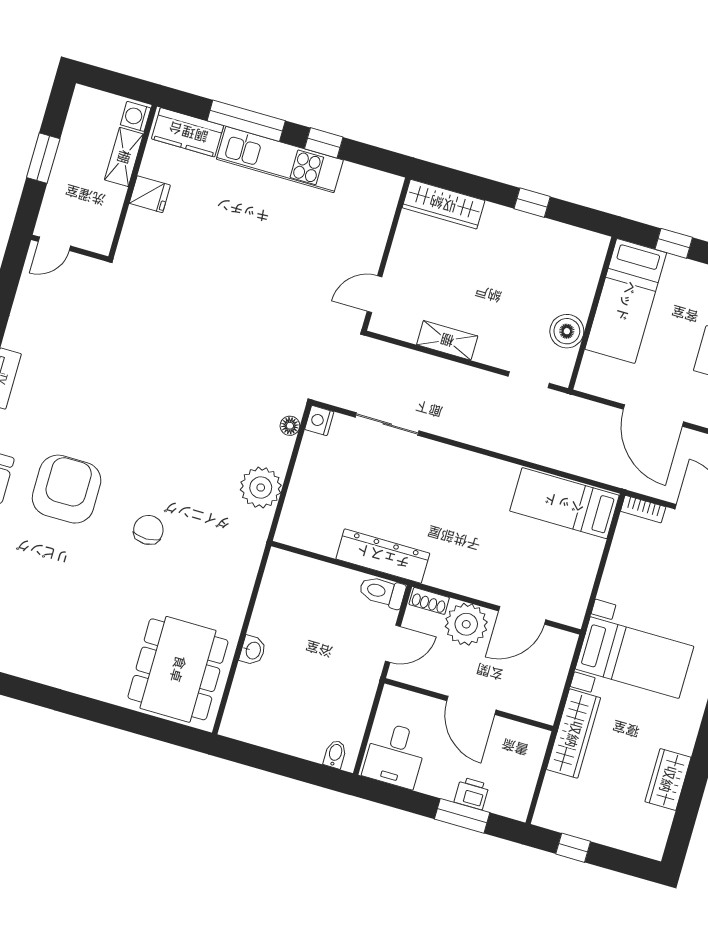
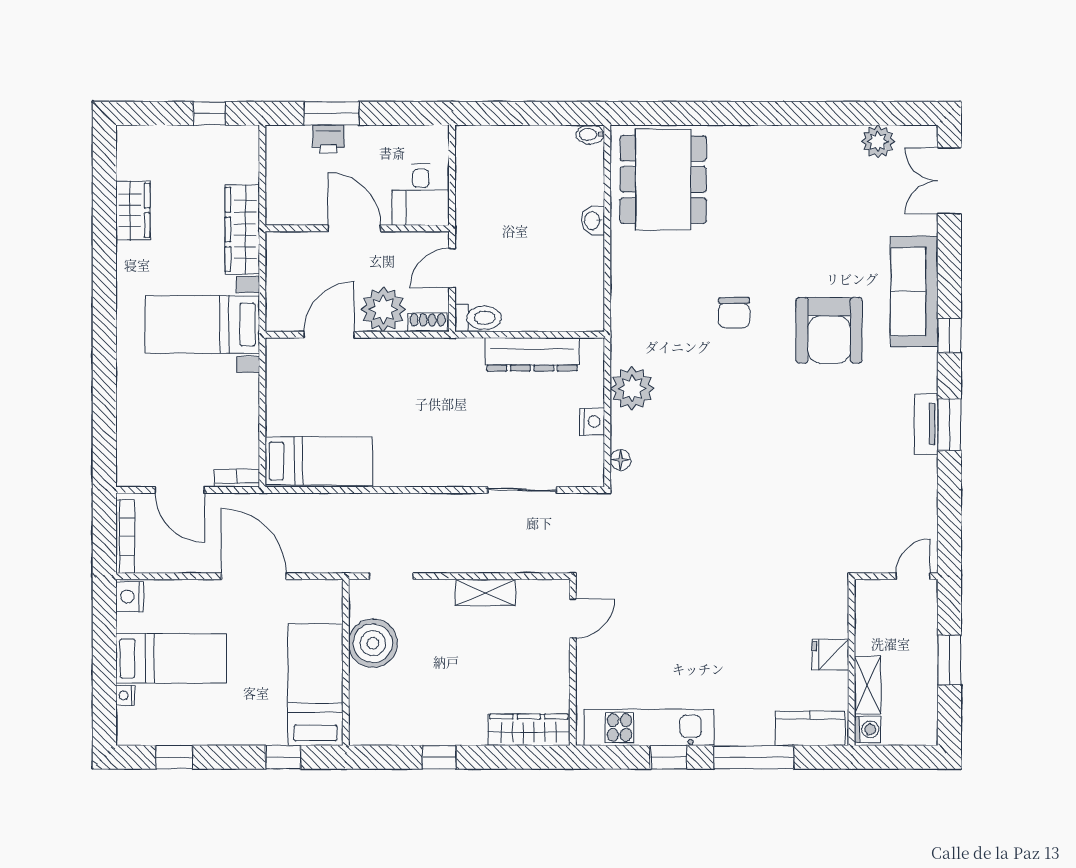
kitchen unit: (280, 160) -> (649, 728), moved
boiler: (567, 331) -> (373, 643), width x1.37, depth x1.37
nightstand: (319, 421) -> (592, 421), moved
dresser: (383, 556) -> (532, 354), moved
bidet: (335, 754) -> (590, 134), moved, turned 90
desk: (395, 755) -> (421, 195), moved, turned 180

